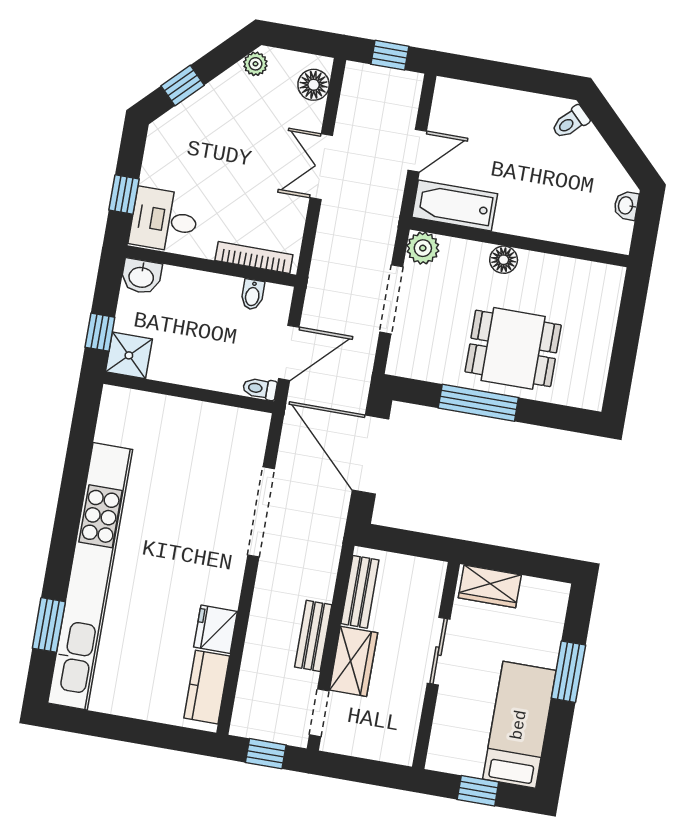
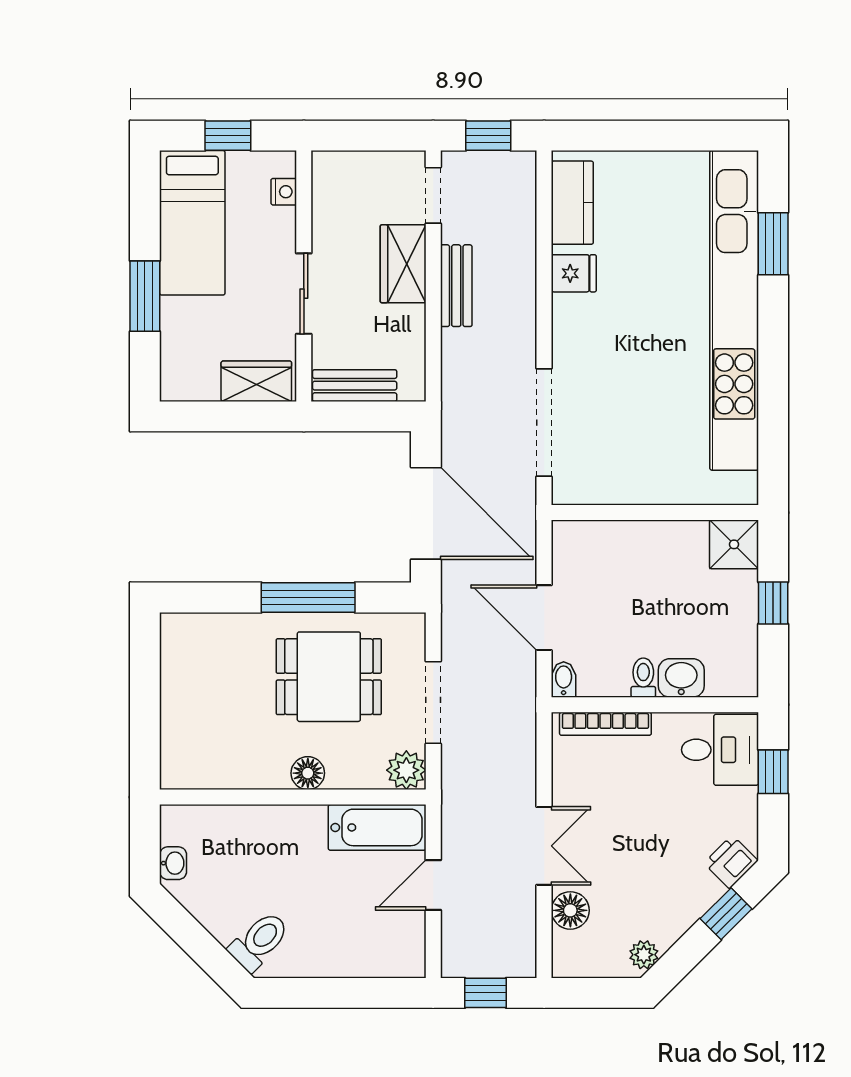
floor lamp: (314, 85) -> (570, 910), moved
toilet: (570, 122) -> (259, 941), width x1.37, depth x1.39
printer: (171, 127) -> (731, 862), added
washbasin: (141, 276) -> (681, 678), moved
bidet: (253, 295) -> (564, 679), moved
dining table: (513, 348) -> (329, 677), moved
door: (289, 353) -> (544, 618), hinge flipped
shower: (129, 355) -> (734, 544), moved
toilet: (260, 389) -> (643, 678), moved, turned -90
wall: (189, 393) -> (655, 513), moved
bench: (360, 592) -> (355, 386), moved, turned 90
fridge: (216, 629) -> (574, 273), width x0.72
nightstand: (440, 737) -> (284, 192), added

